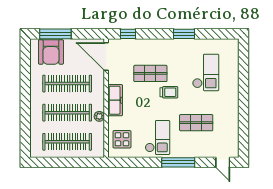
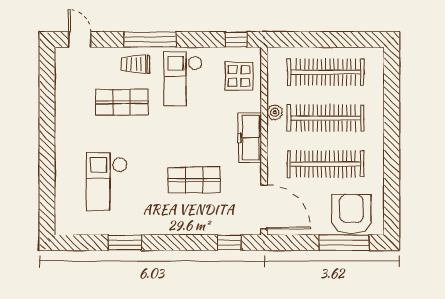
window: (184, 34) -> (125, 243), moved
trolley: (169, 92) -> (136, 64), moved
window: (124, 162) -> (236, 40), added

